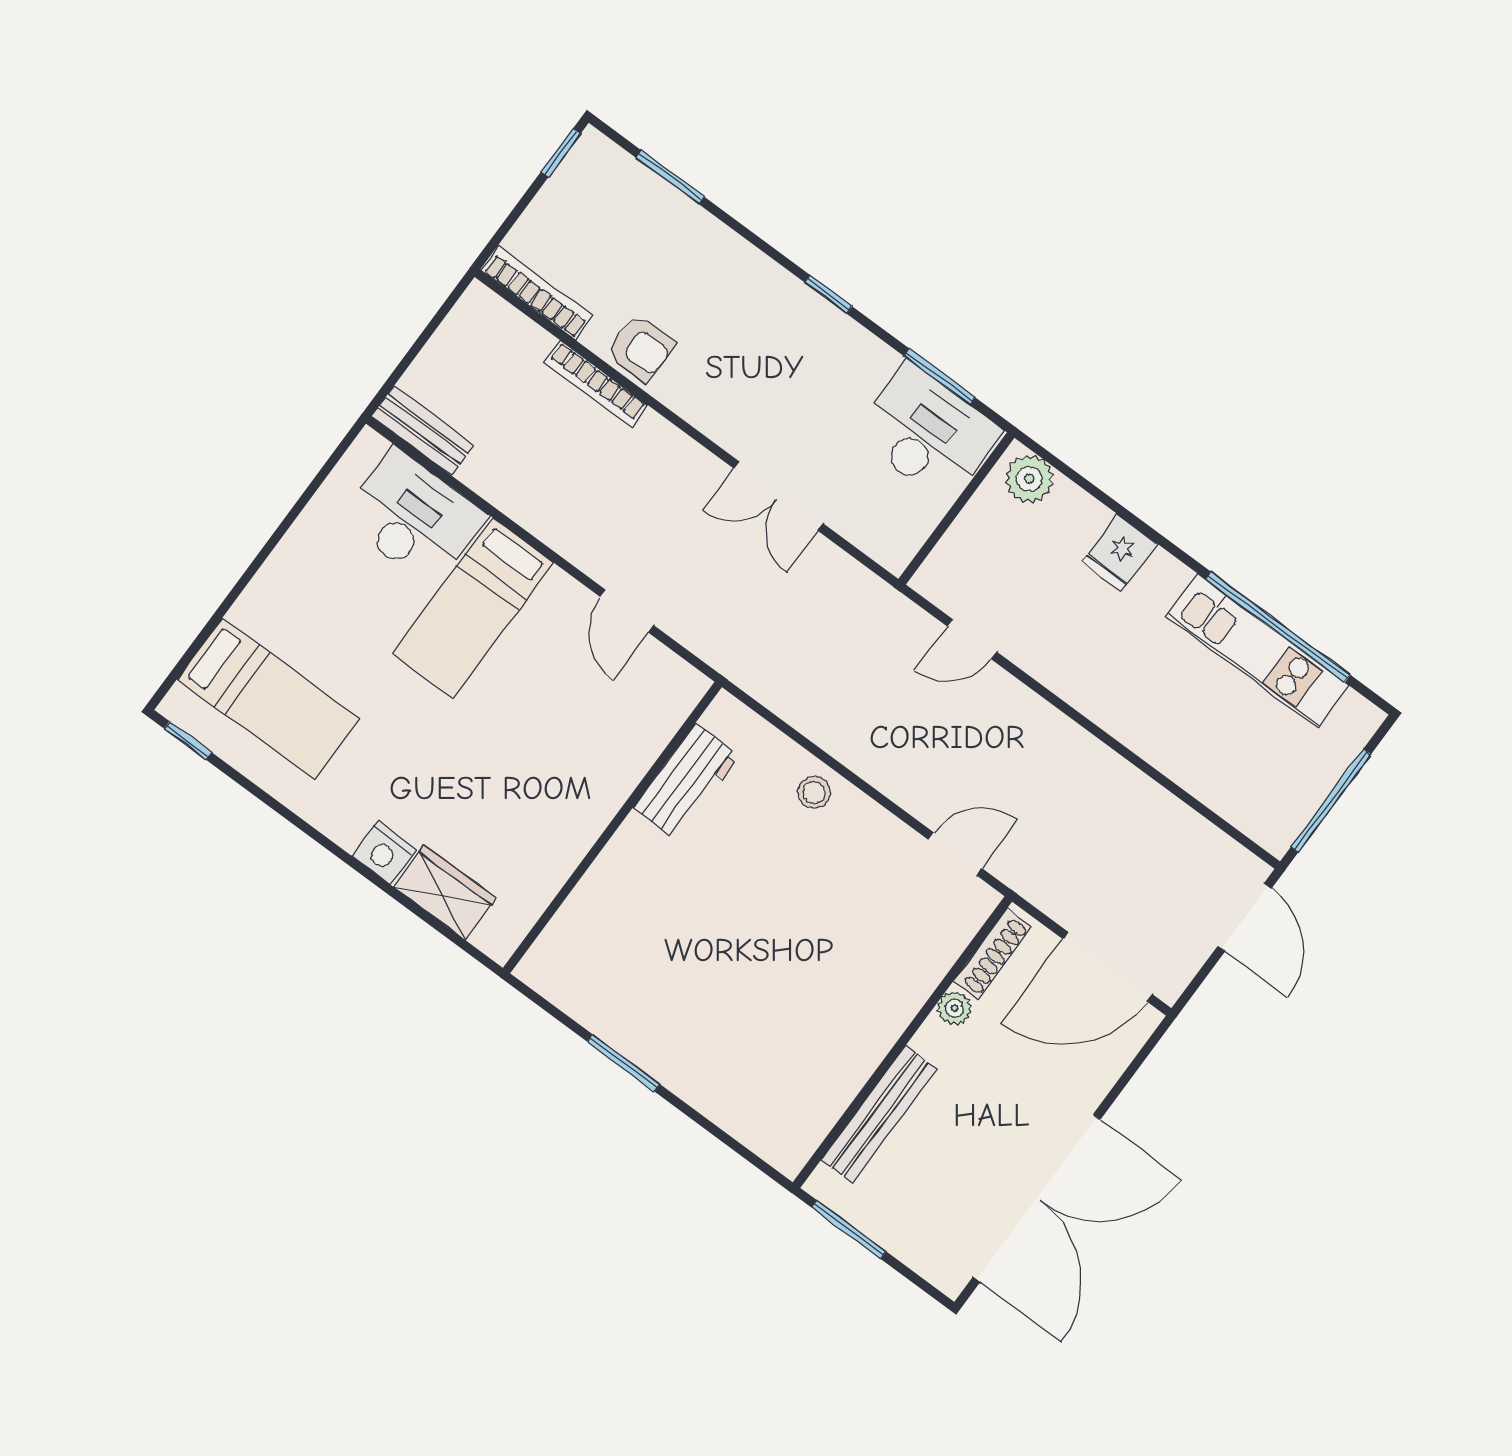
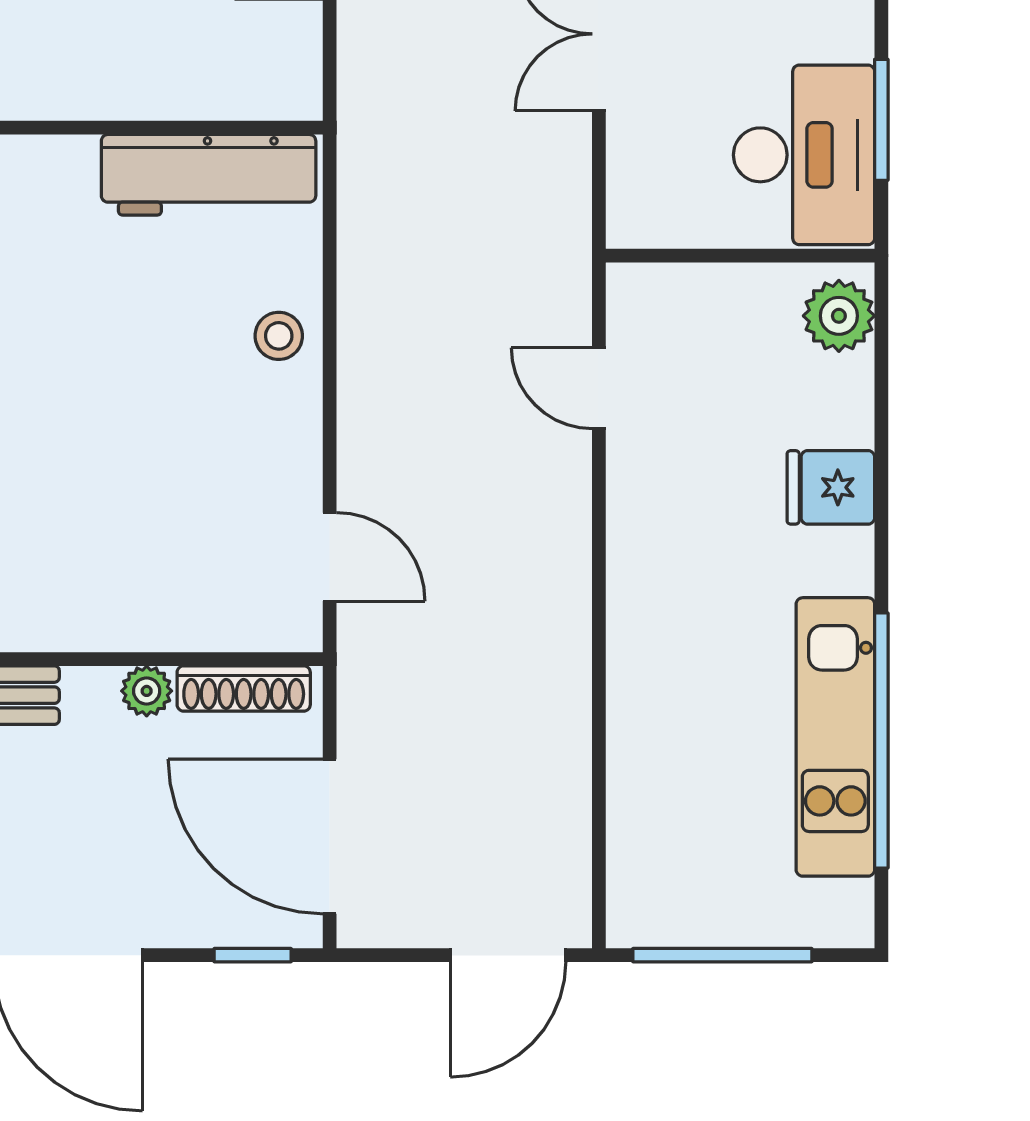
workbench: (686, 782) -> (209, 175), width x1.38
window: (1141, 1057) -> (253, 955), added

